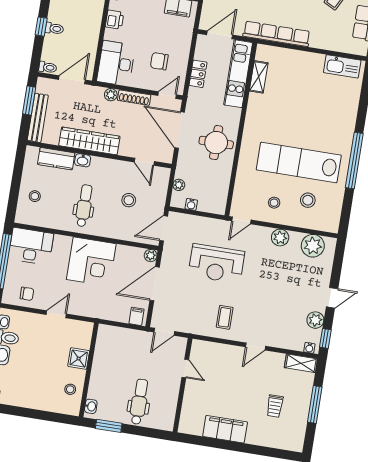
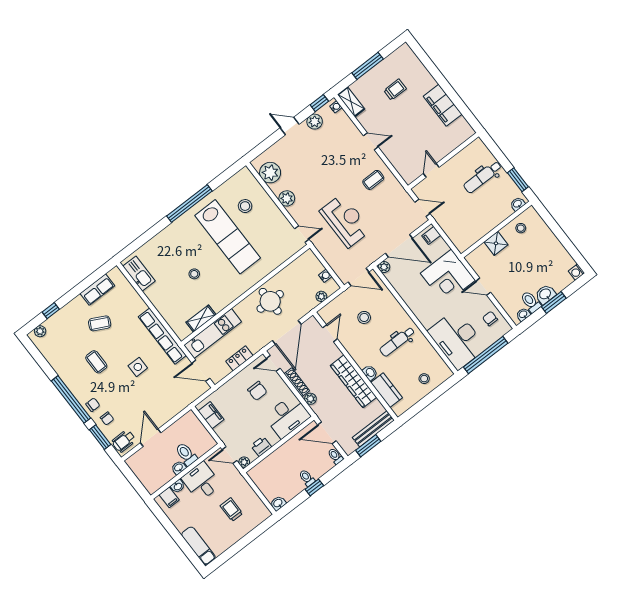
stool: (274, 203) -> (194, 274), moved
desk: (31, 246) -> (457, 340), width x1.36, depth x1.30
corner desk: (91, 262) -> (448, 277), moved, turned 180

